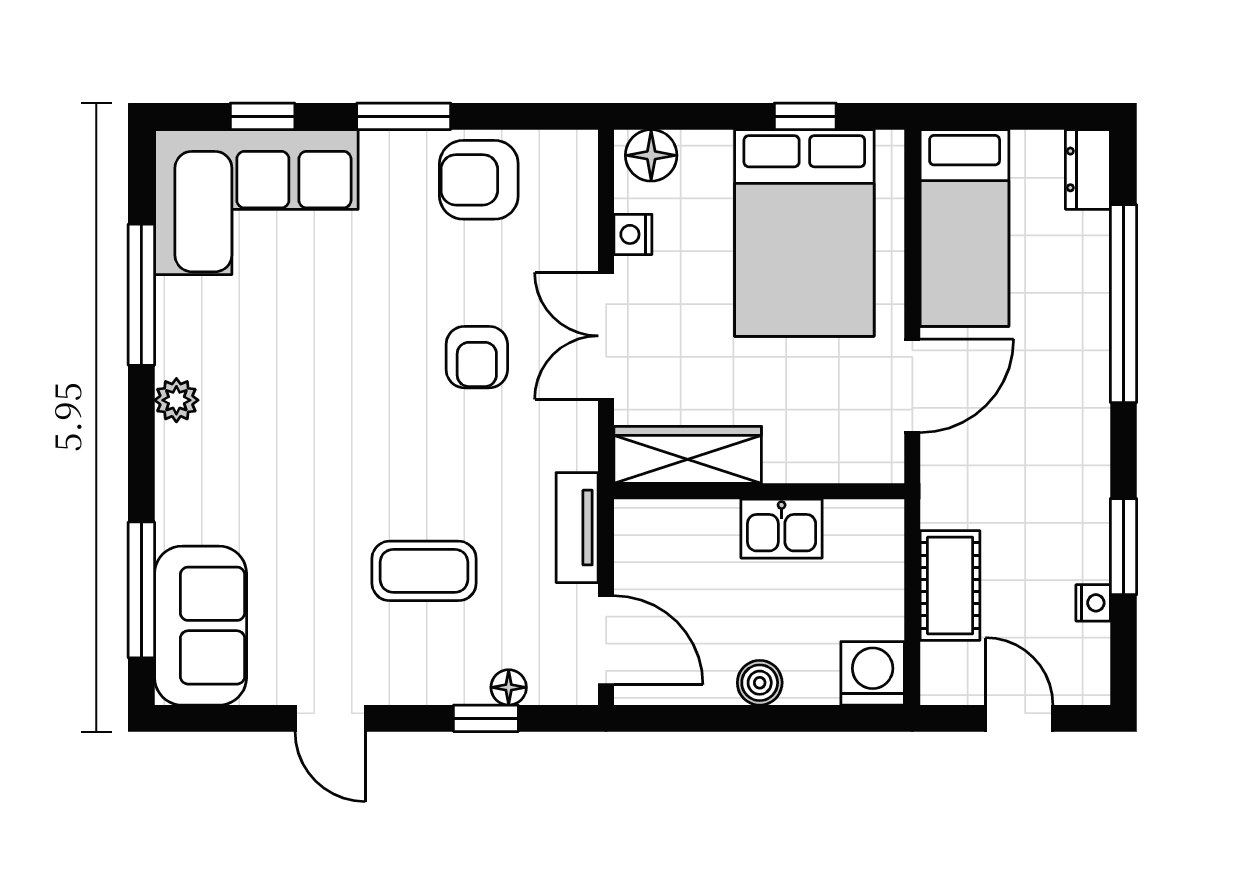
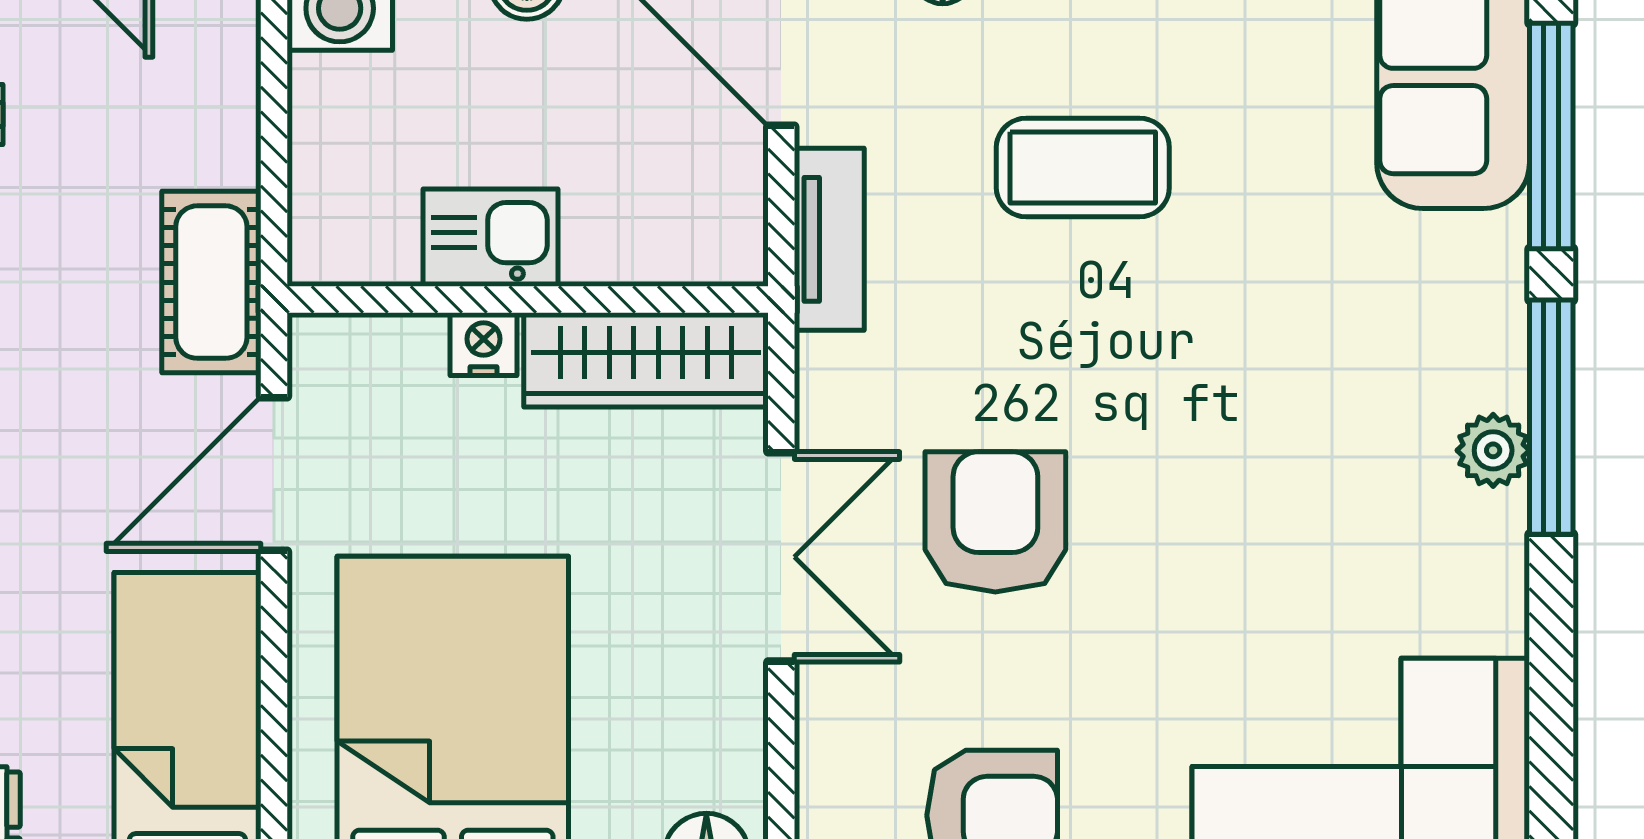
nightstand: (633, 234) -> (484, 344), moved, turned -90
window: (141, 295) -> (1551, 417), moved
armchair: (477, 357) -> (995, 522), width x1.38, depth x1.38
cot: (950, 586) -> (211, 282), moved

